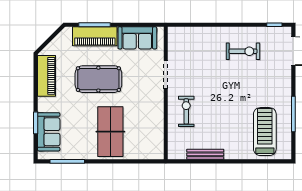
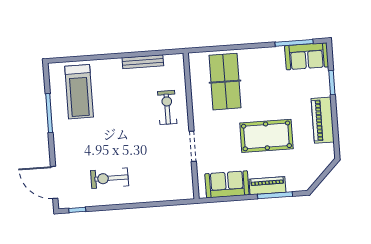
piano: (95, 36) -> (267, 186), width x0.73, depth x0.75
piano: (46, 76) -> (323, 120), moved
exercise bike: (186, 111) -> (167, 107), turned 180
sofa: (49, 132) -> (307, 56), moved, turned -90
table tennis table: (110, 132) -> (225, 82), moved

